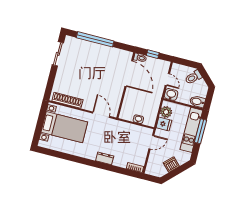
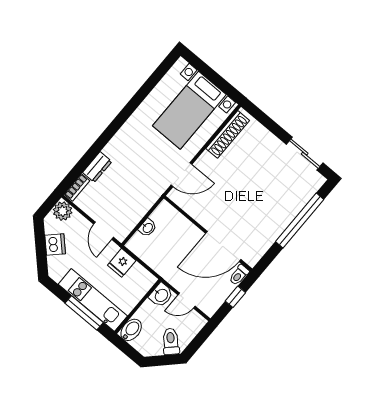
plant: (166, 112) -> (63, 211), moved
dresser: (105, 158) -> (97, 167), moved

